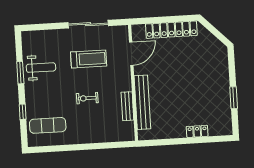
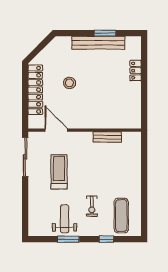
sliding door: (88, 24) -> (25, 157), moved
stool: (180, 64) -> (69, 83), added
exercise bike: (87, 98) -> (92, 206), moved
bench: (142, 102) -> (98, 43), moved

